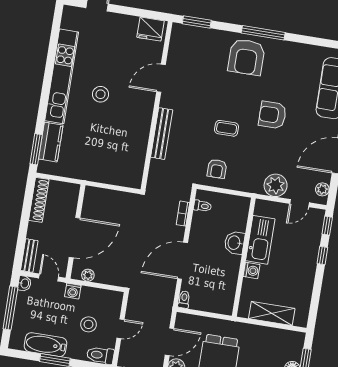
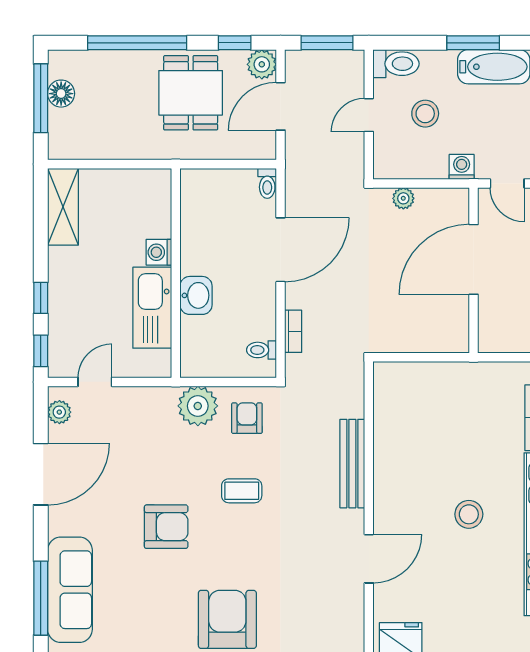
plant: (276, 185) -> (198, 406), moved
plant: (88, 275) -> (403, 198), moved
shelving: (272, 314) -> (63, 207), moved, turned 90

